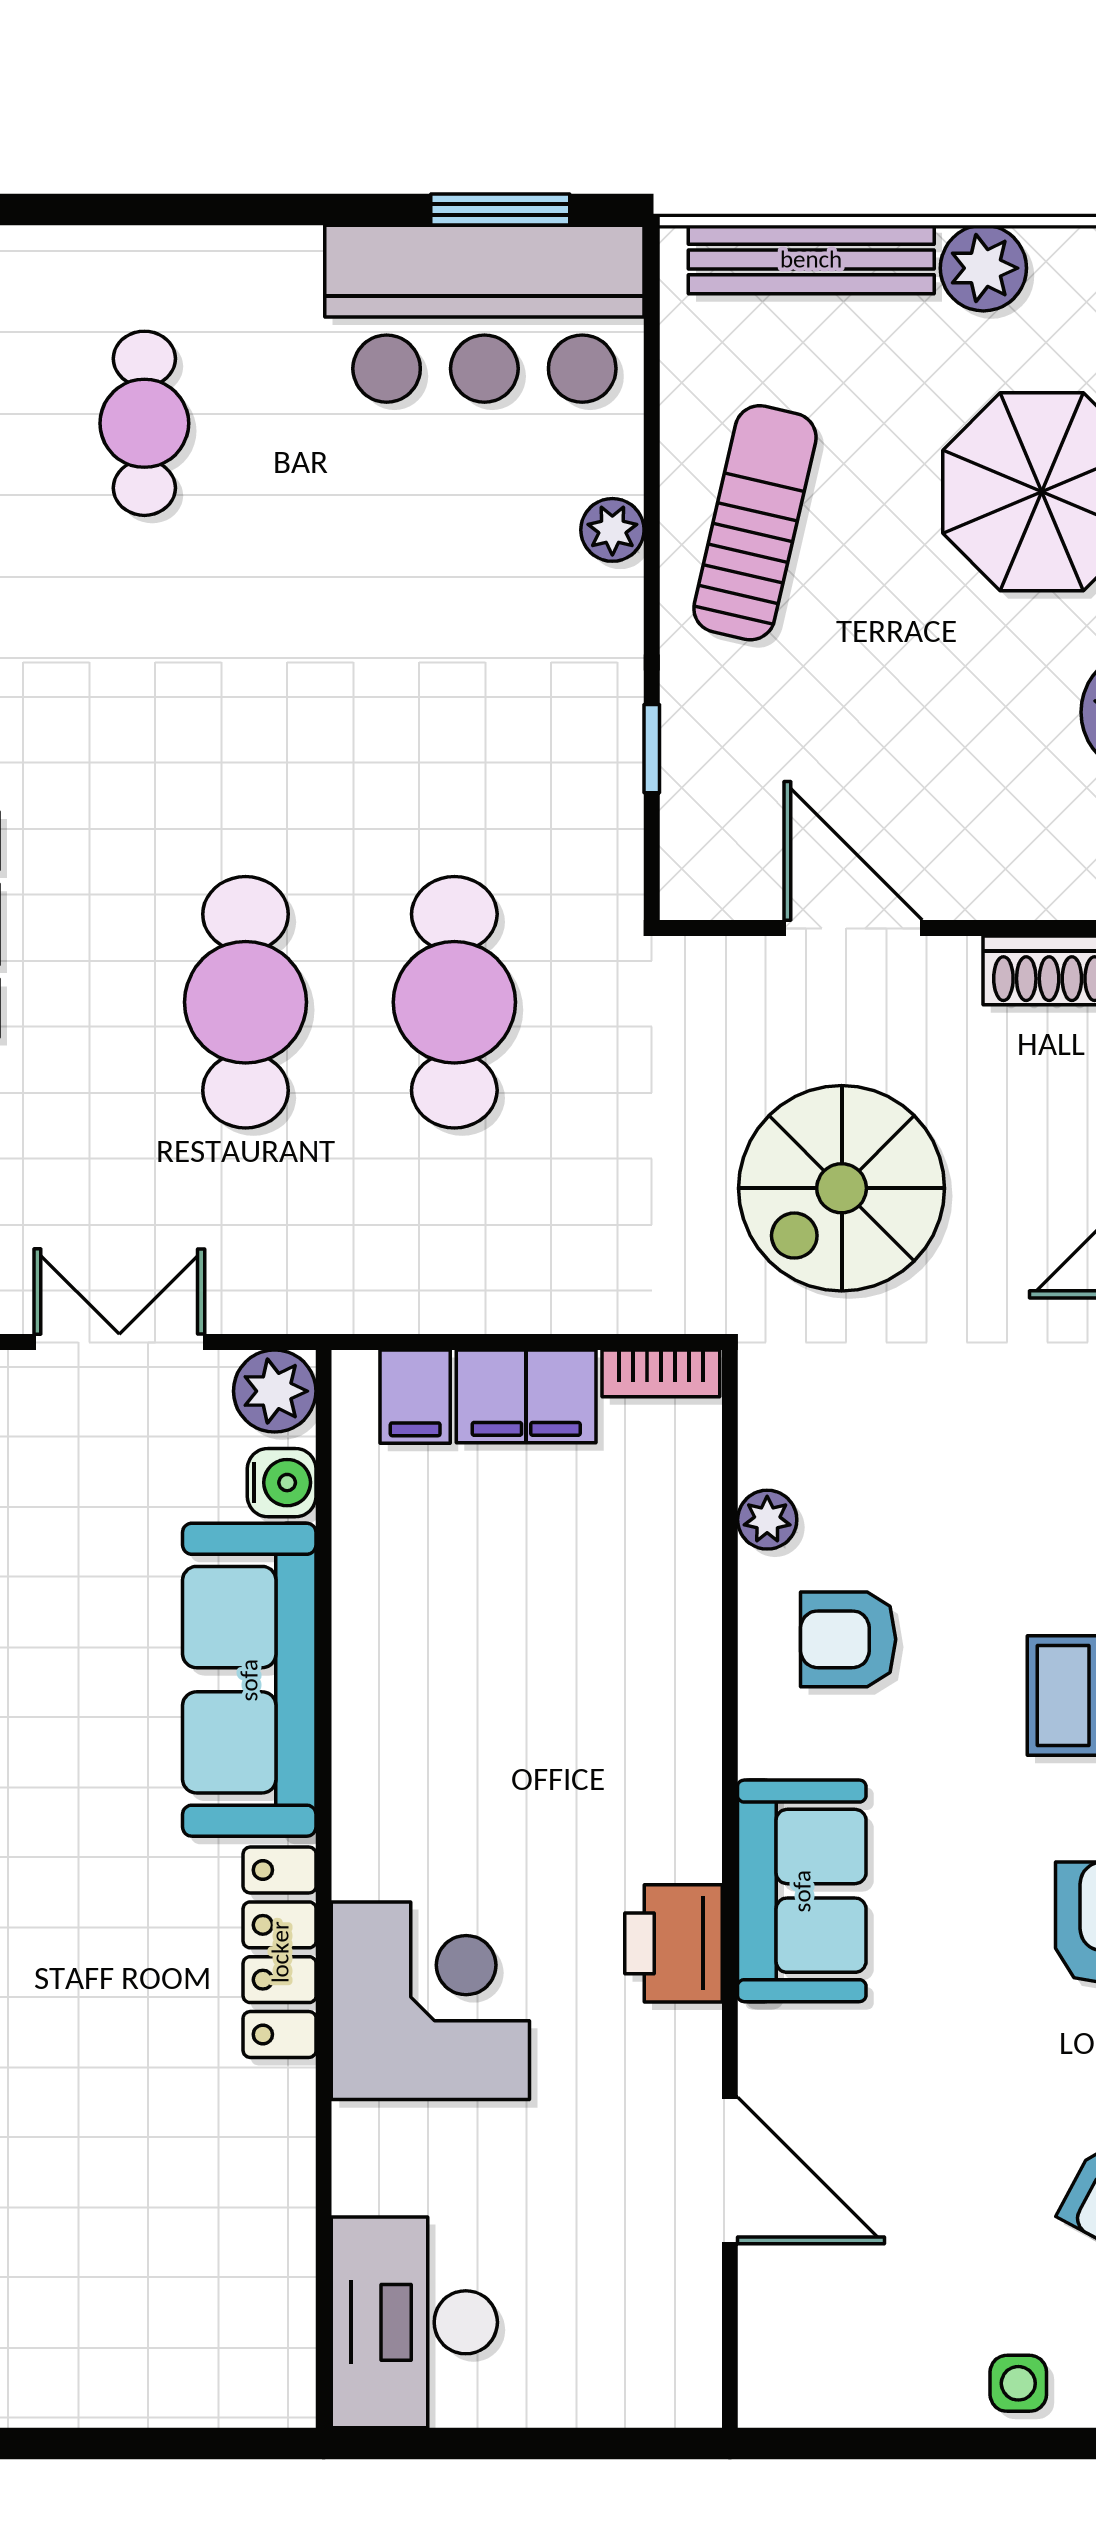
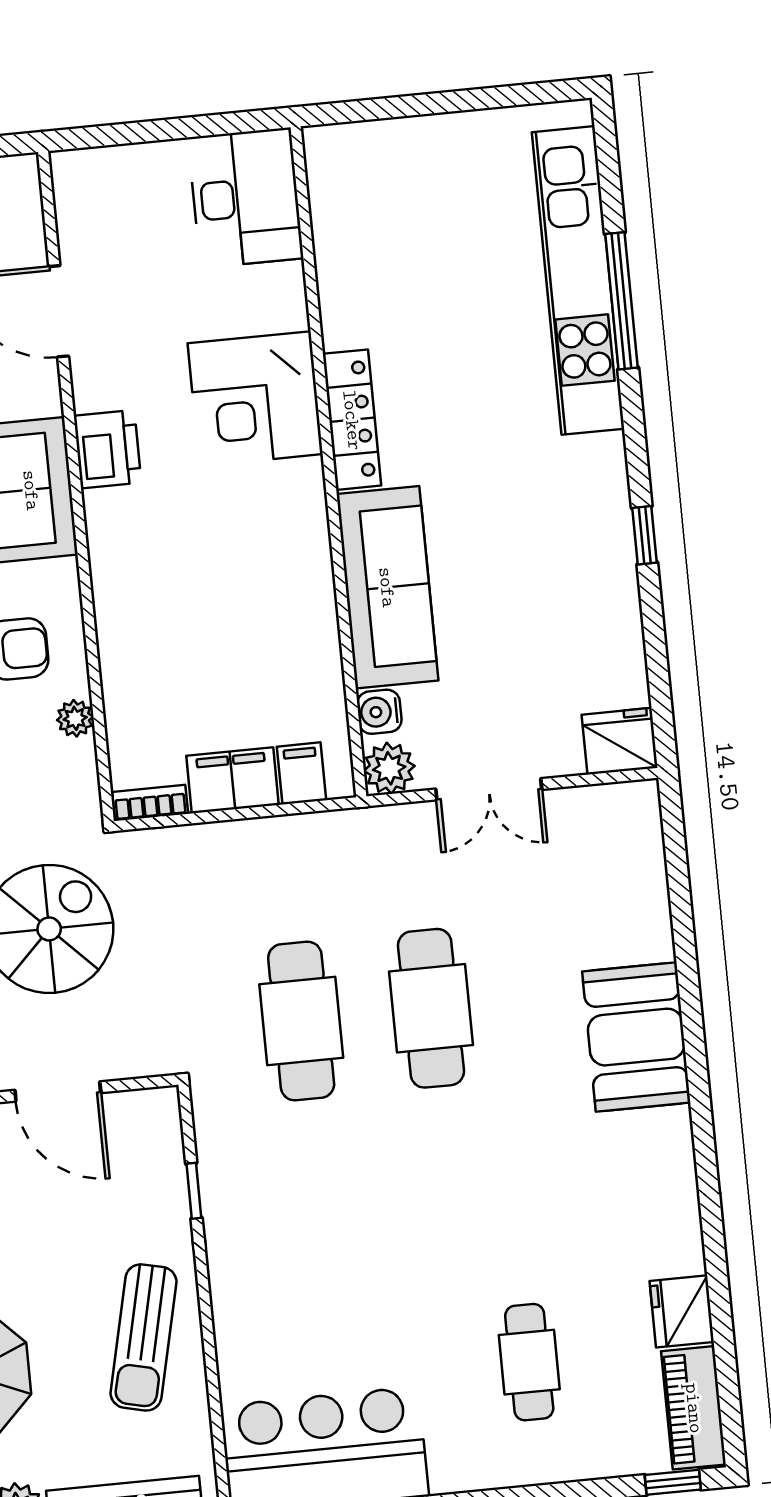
plant: (612, 530) -> (232, 1324), removed

